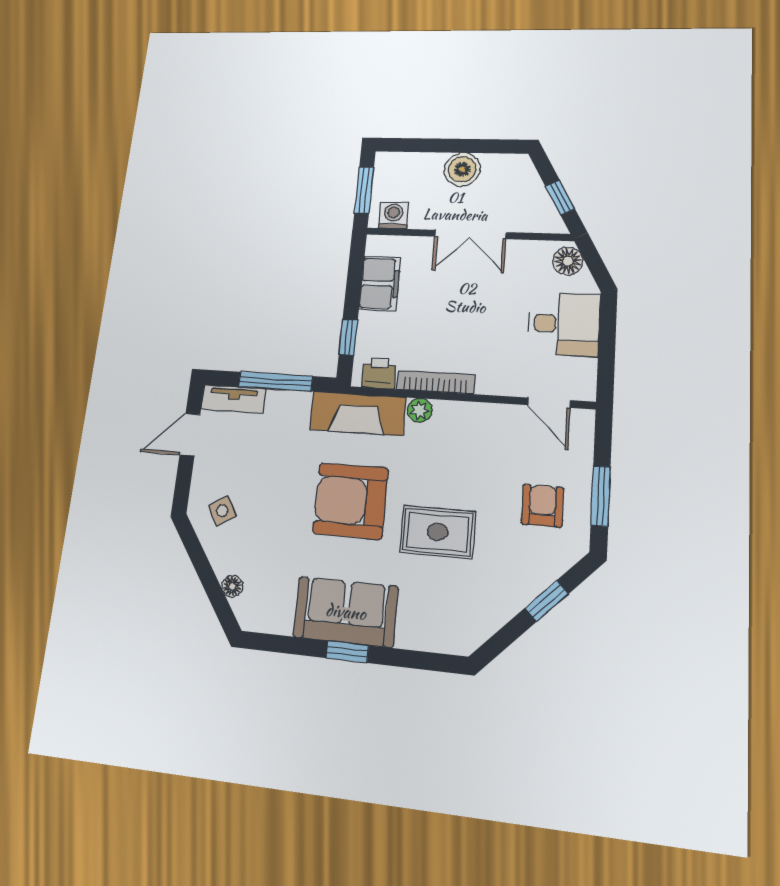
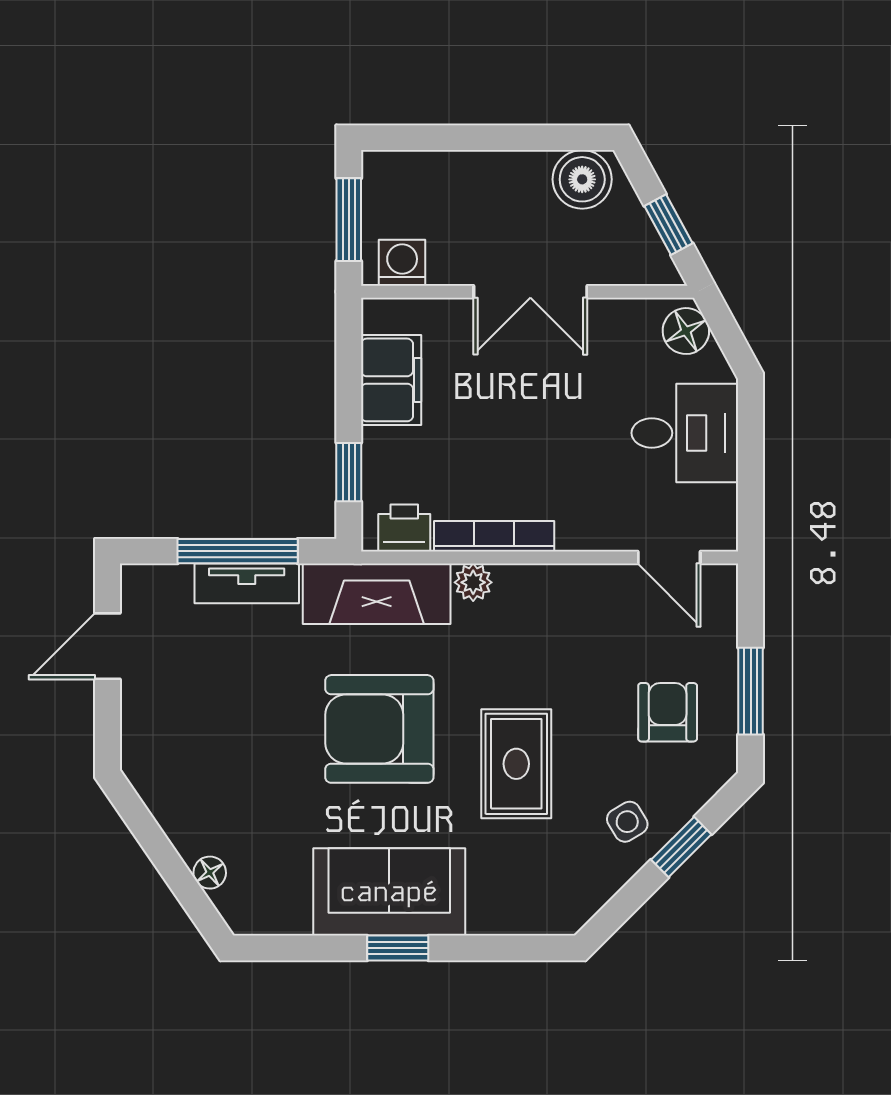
boiler: (462, 169) -> (582, 179), moved
tv unit: (234, 399) -> (247, 583), moved
side table: (222, 511) -> (627, 822), moved
rug: (438, 532) -> (516, 764), turned 90

